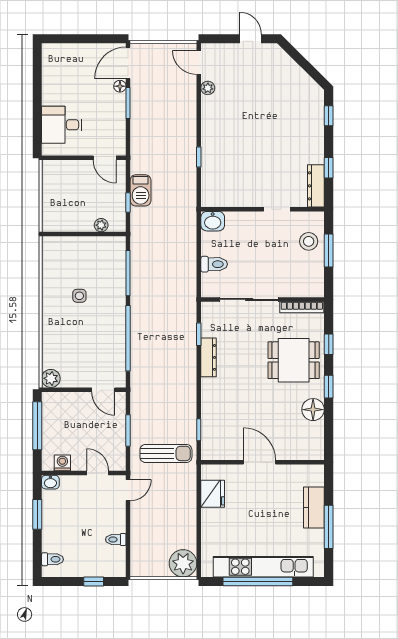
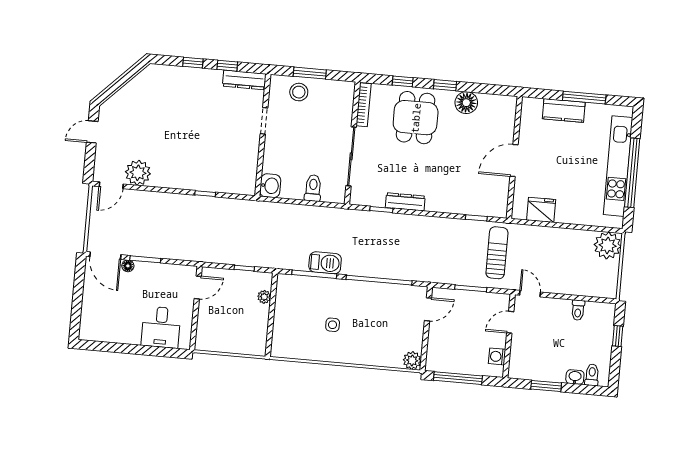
plant: (208, 88) -> (138, 173), width x1.87, depth x1.87
window: (329, 116) -> (193, 63), moved
barbecue: (141, 190) -> (325, 263), moved
washbasin: (50, 482) -> (575, 377), moved, turned -90

